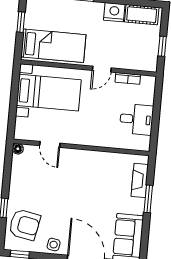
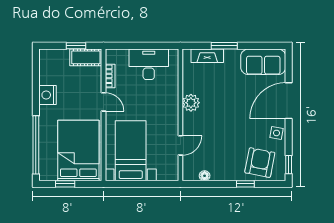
cot: (142, 15) -> (86, 57), moved, turned 90
bed: (53, 46) -> (78, 151), width x1.50
desk: (136, 119) -> (149, 64), width x1.37
floor lamp: (18, 149) -> (205, 176), moved
plant: (93, 159) -> (191, 103), added

